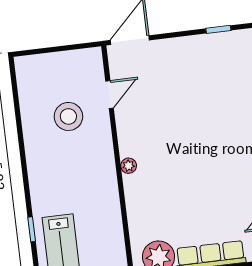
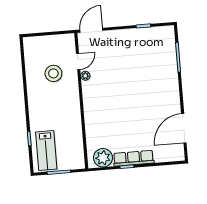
plant: (129, 166) -> (85, 76), moved

